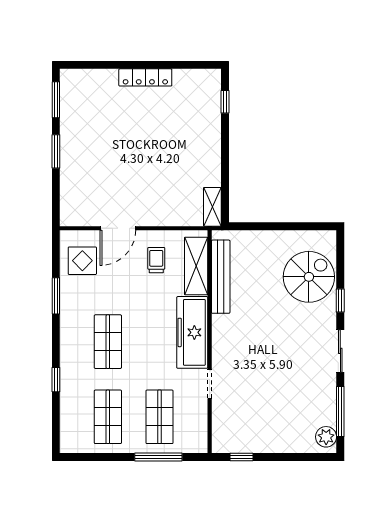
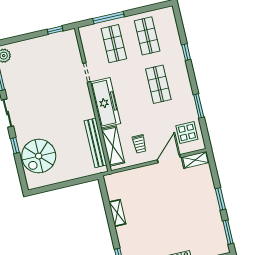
shelving: (212, 207) -> (117, 213), moved
shelving: (79, 217) -> (195, 160), added

